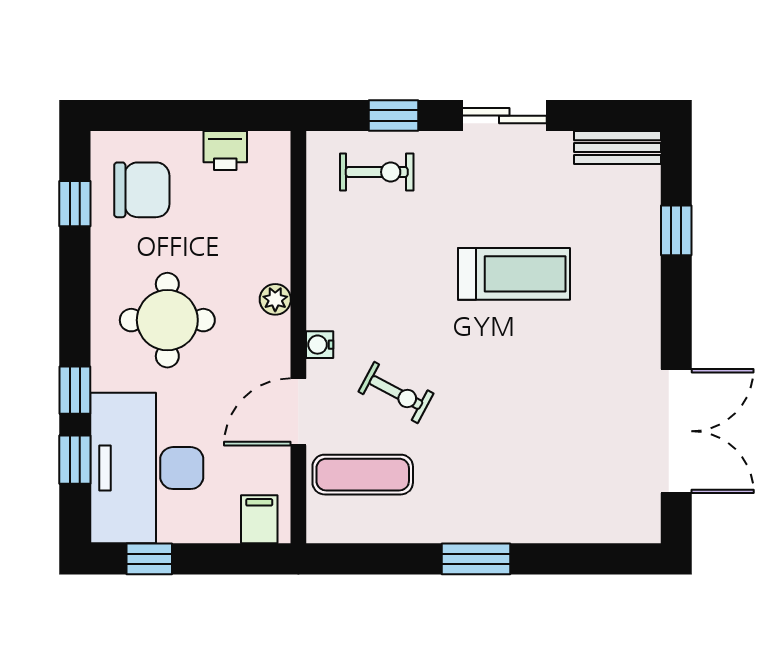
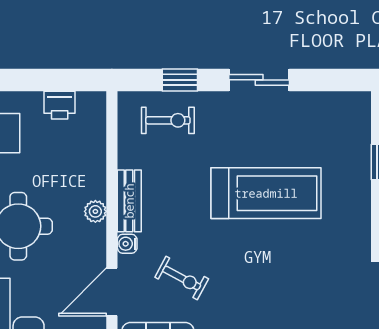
bench: (617, 148) -> (129, 201), moved, turned 90
treadmill: (514, 274) -> (266, 193), width x1.37, depth x1.38

